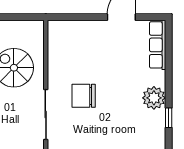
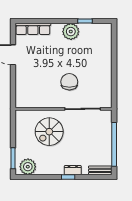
chair: (84, 96) -> (69, 82), turned 180

